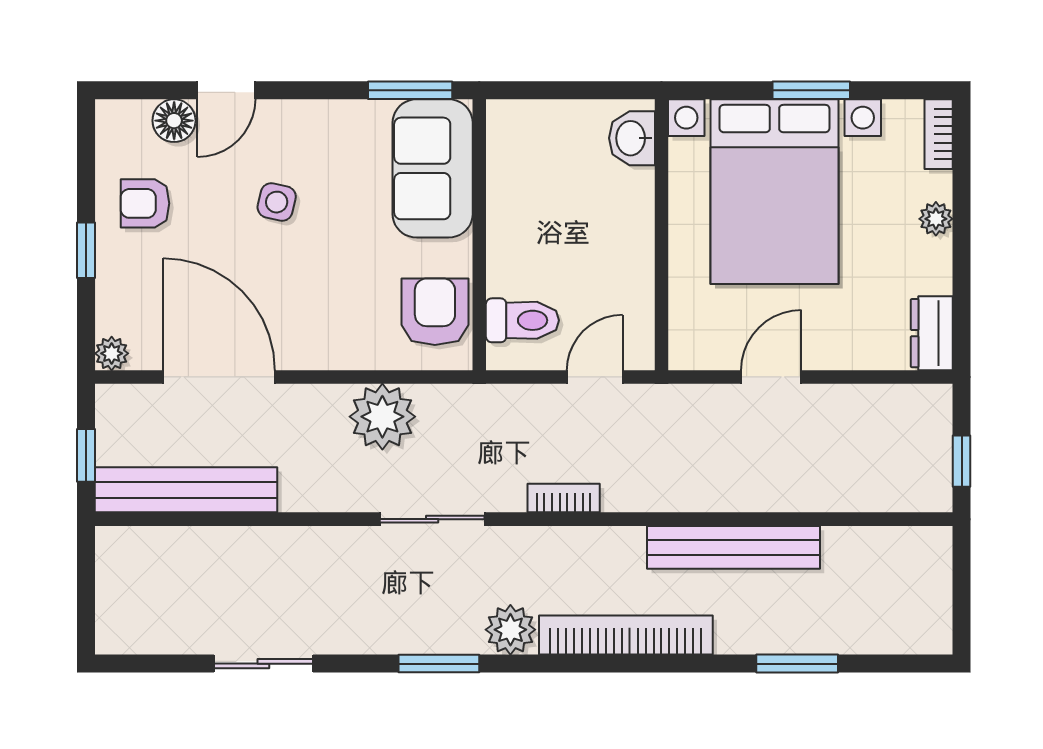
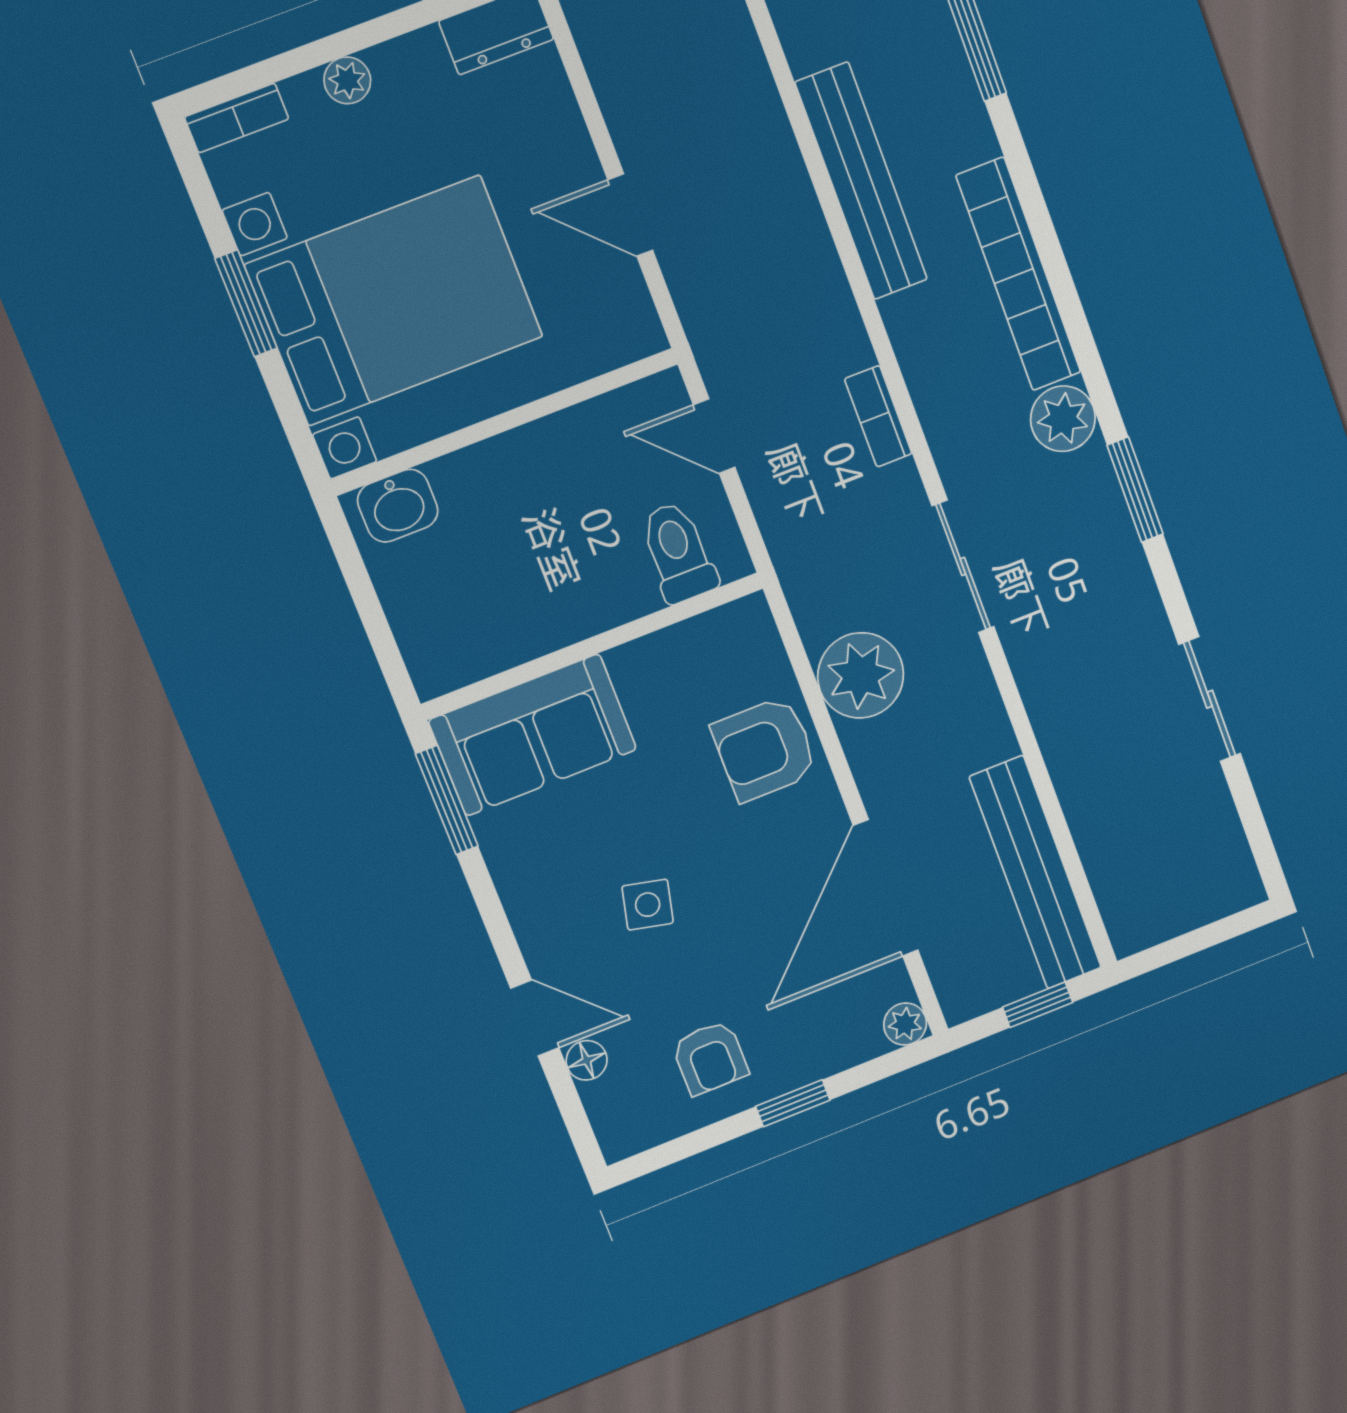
floor lamp: (174, 121) -> (587, 1060), width x0.73, depth x0.73
armchair: (435, 312) -> (765, 749), moved

